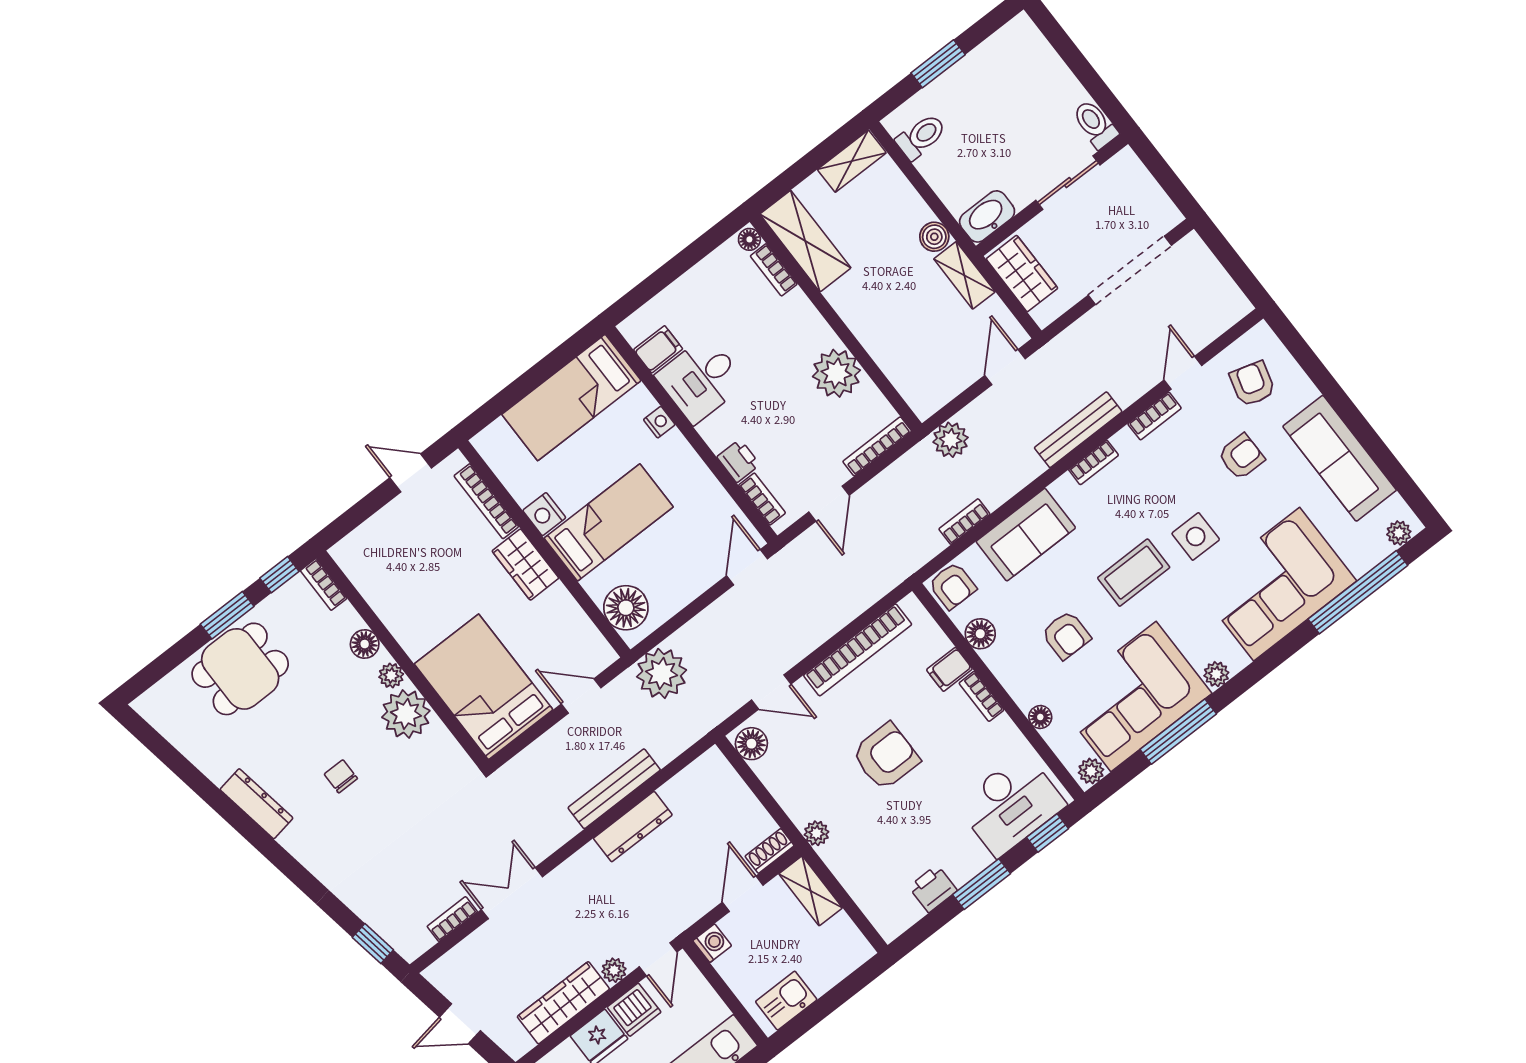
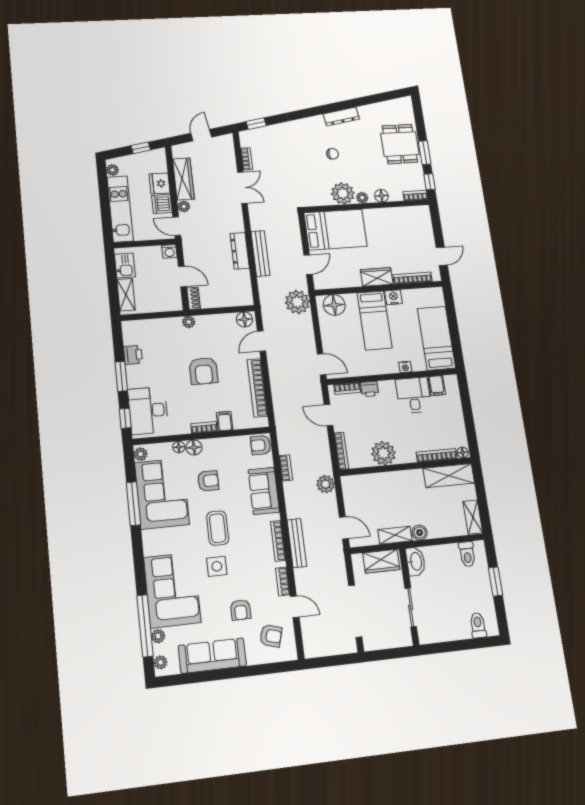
toilet: (1095, 124) -> (478, 625), moved, turned -90
bookcase: (774, 270) -> (437, 455), width x1.56
bookcase: (1094, 462) -> (278, 541), width x1.56
floor lamp: (980, 634) -> (194, 447), moved
armchair: (1066, 635) -> (208, 481), turned 180
plant: (1216, 674) -> (158, 636), moved
shelving: (811, 891) -> (126, 295), moved, turned 90

